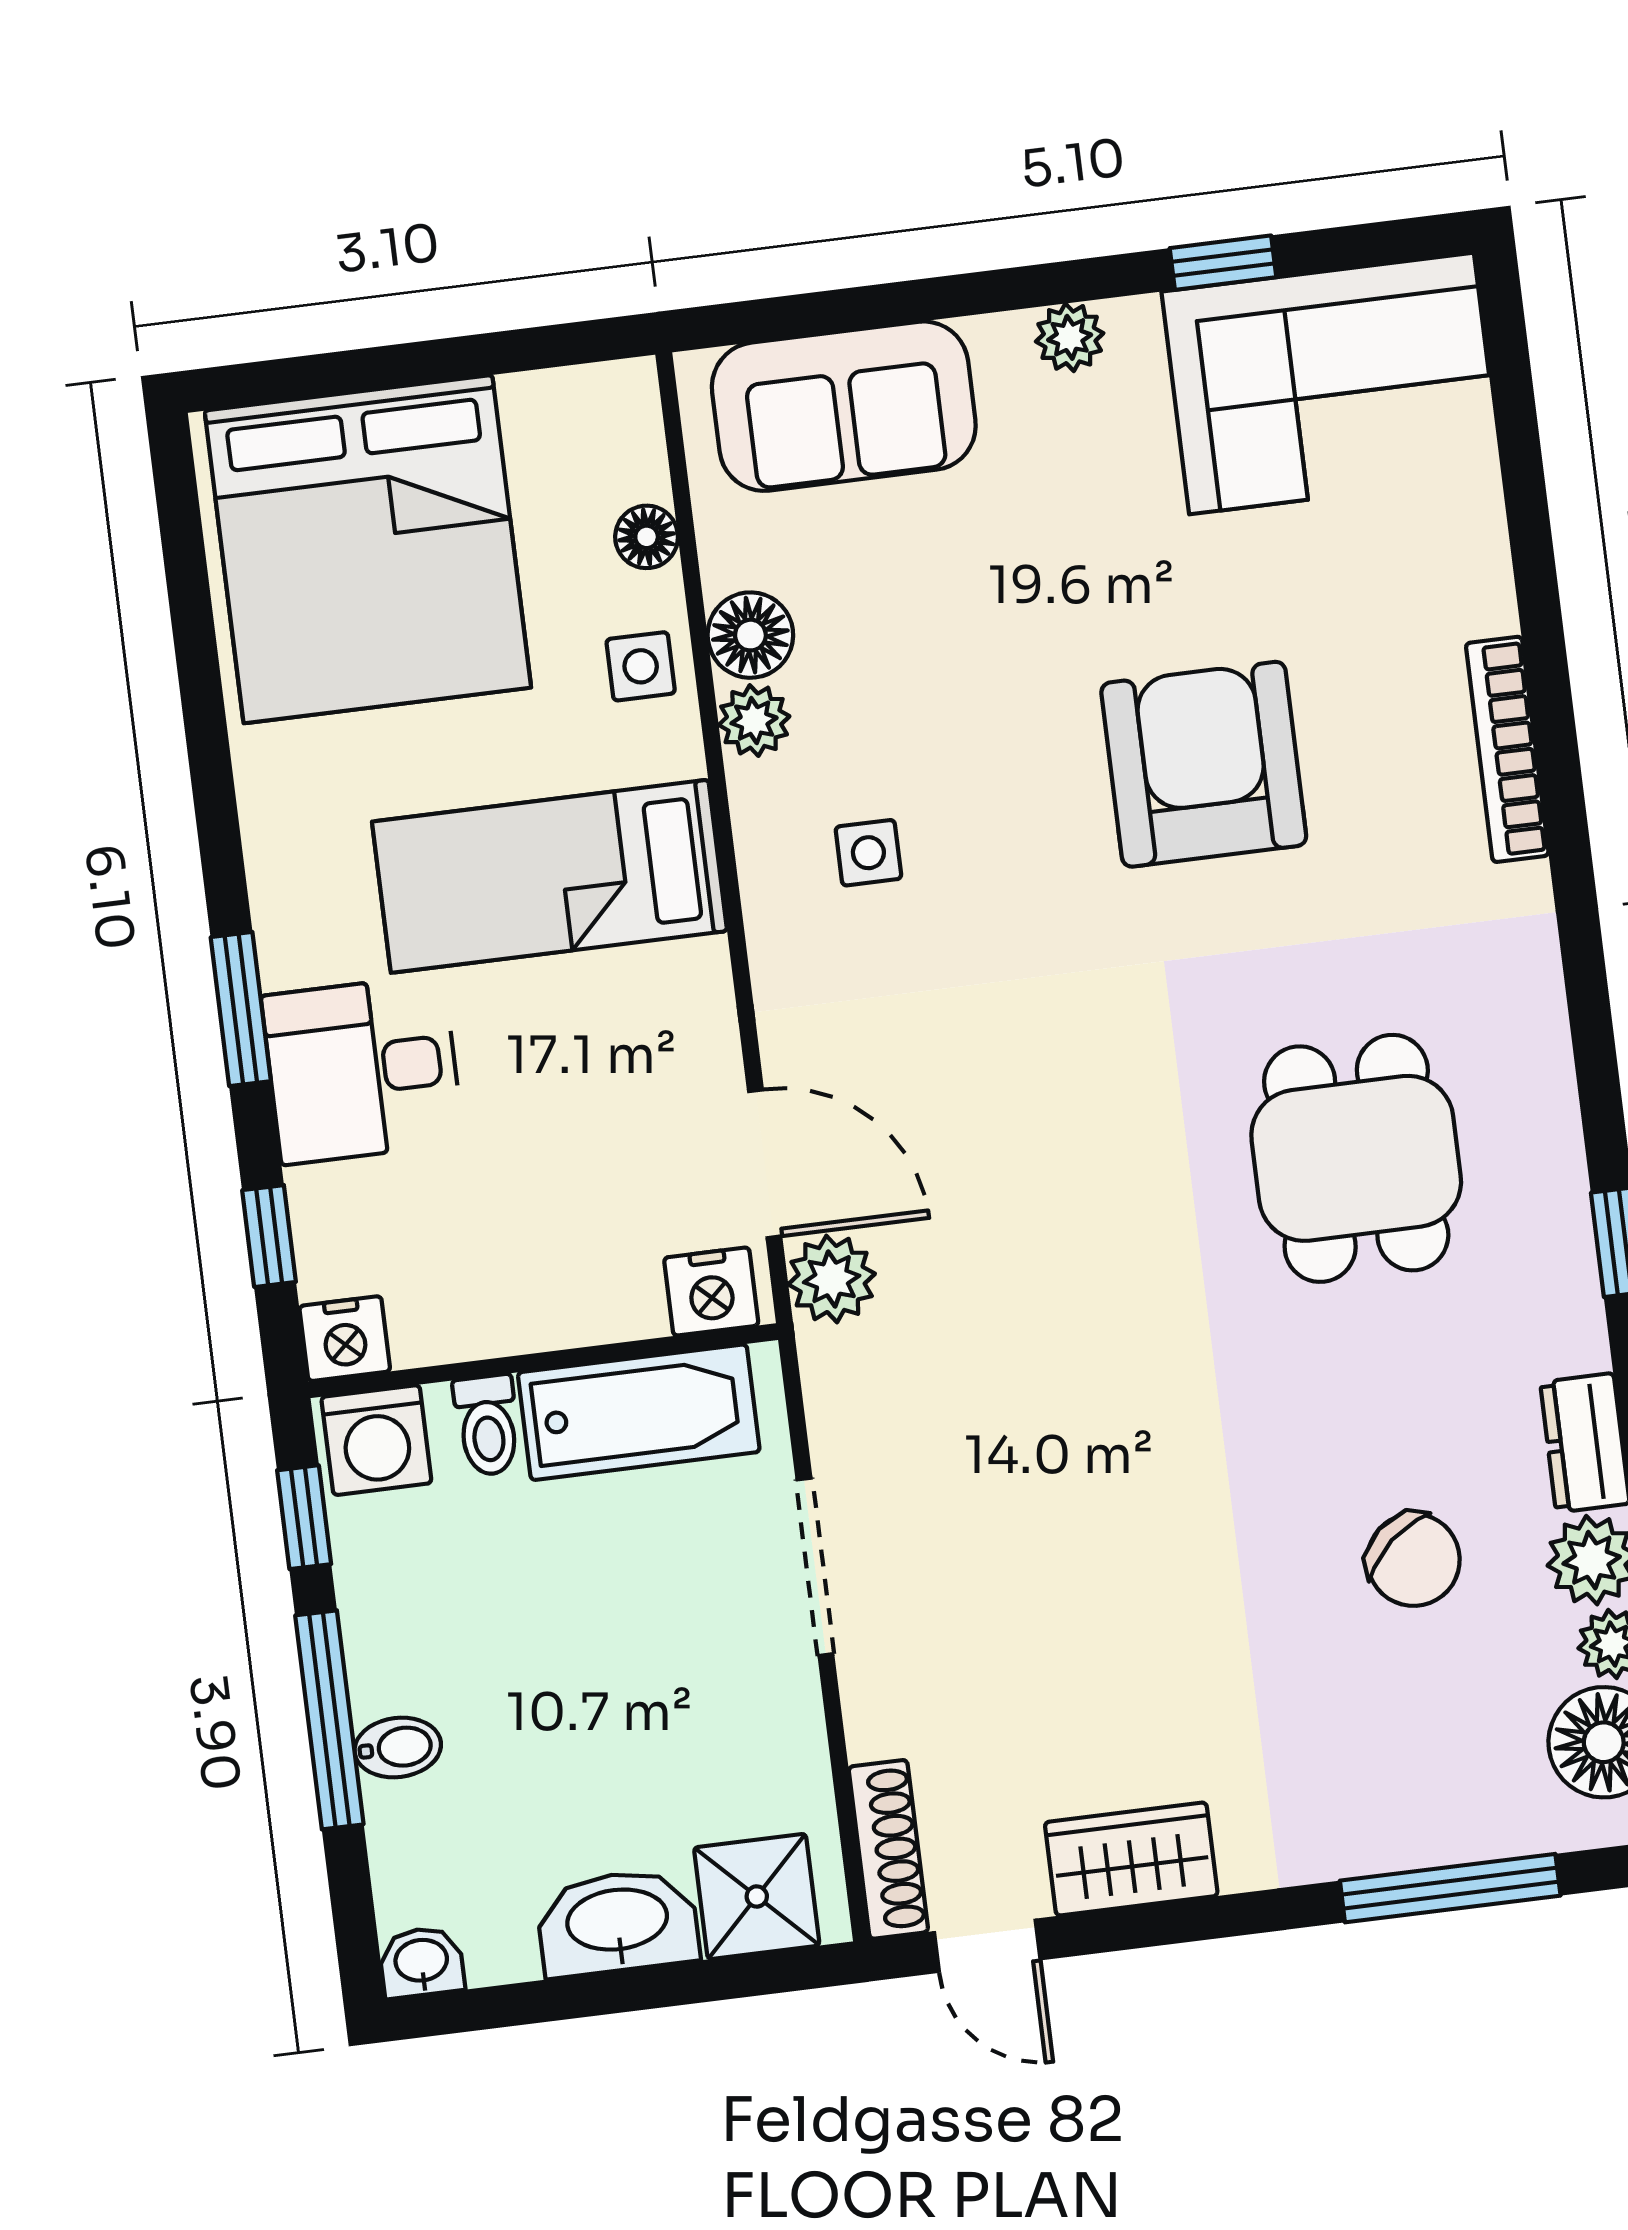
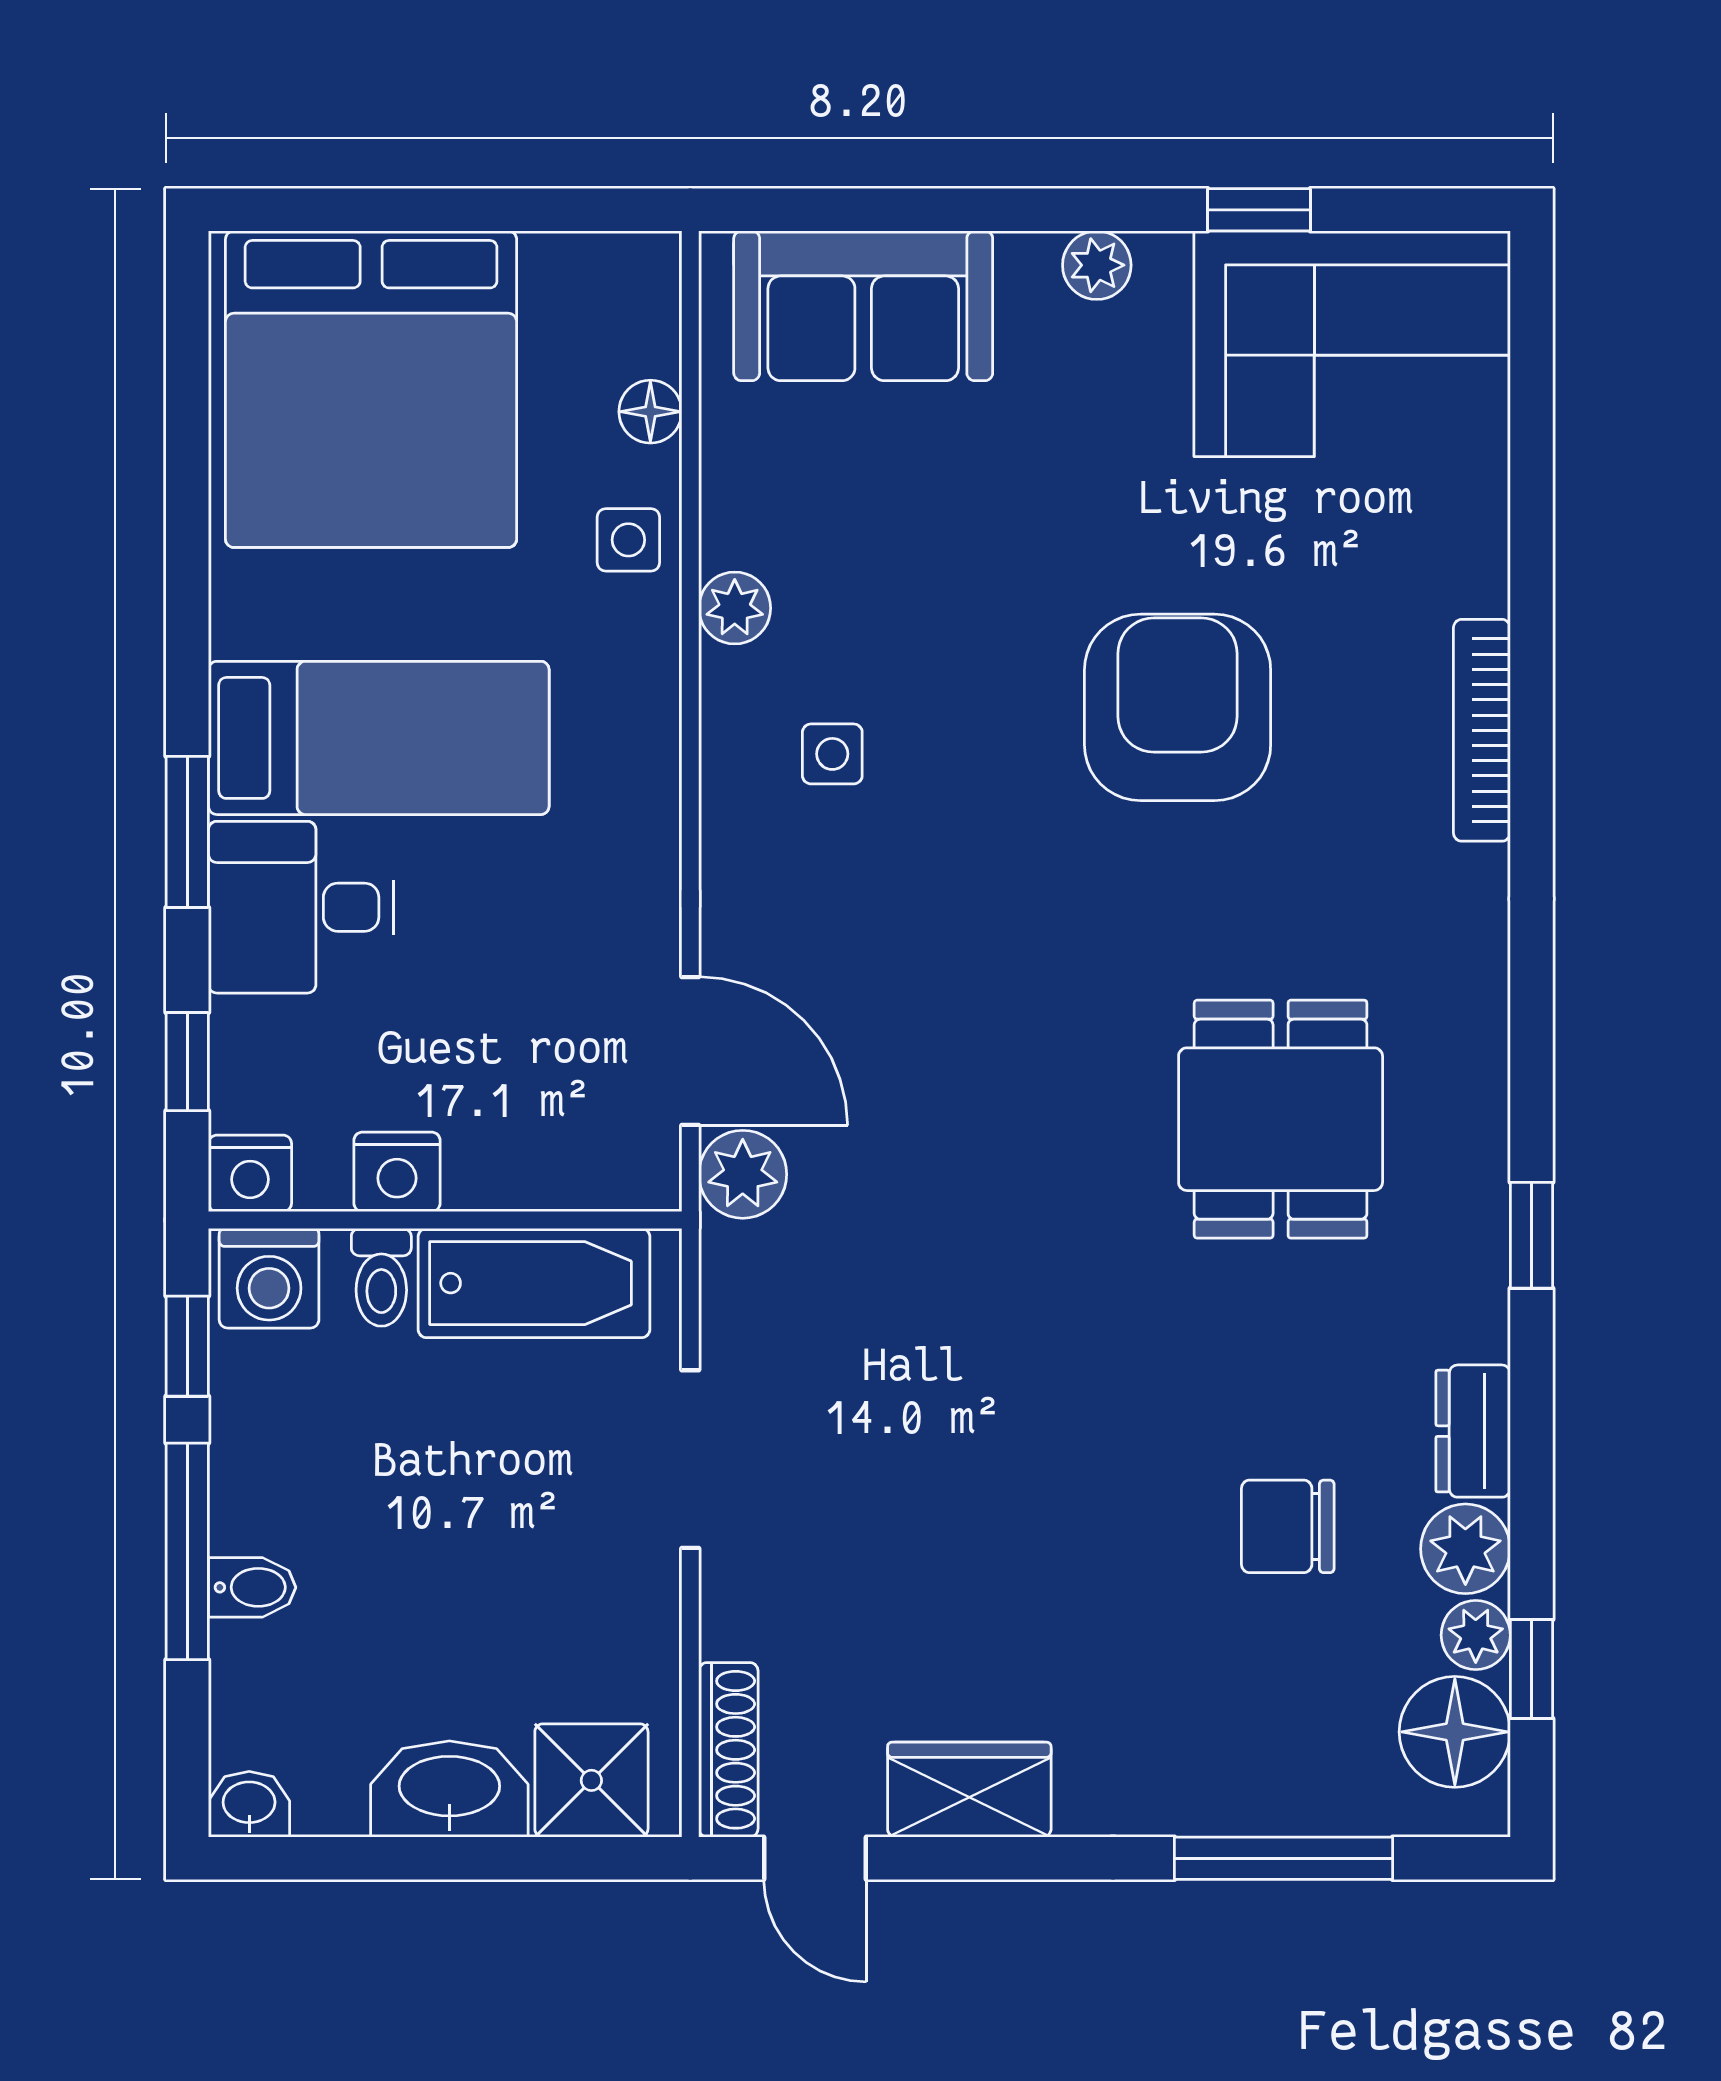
floor lamp: (750, 635) -> (742, 522), removed
bed: (550, 876) -> (379, 738), moved, turned 180
nightstand: (711, 1292) -> (397, 1172), moved
chair: (1414, 1560) -> (1288, 1526), turned 131

